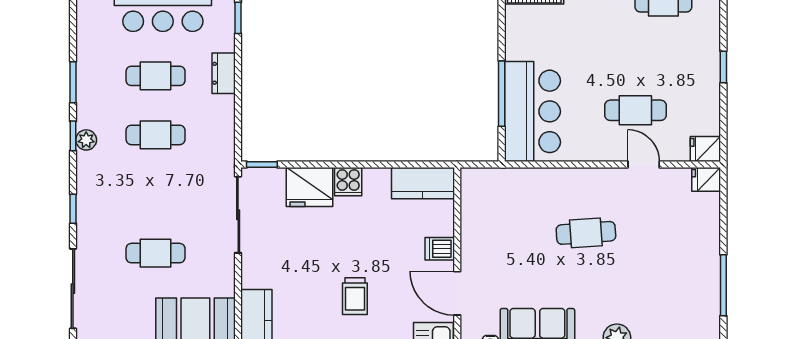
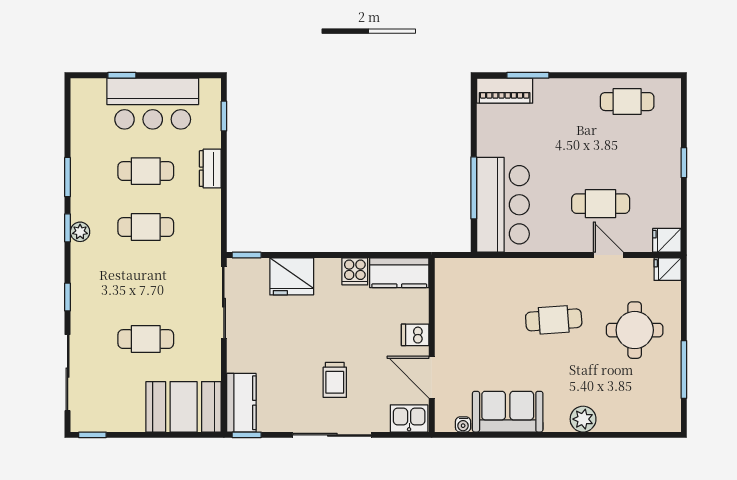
cooker: (348, 182) -> (355, 271), moved
round table: (671, 244) -> (635, 330), added

